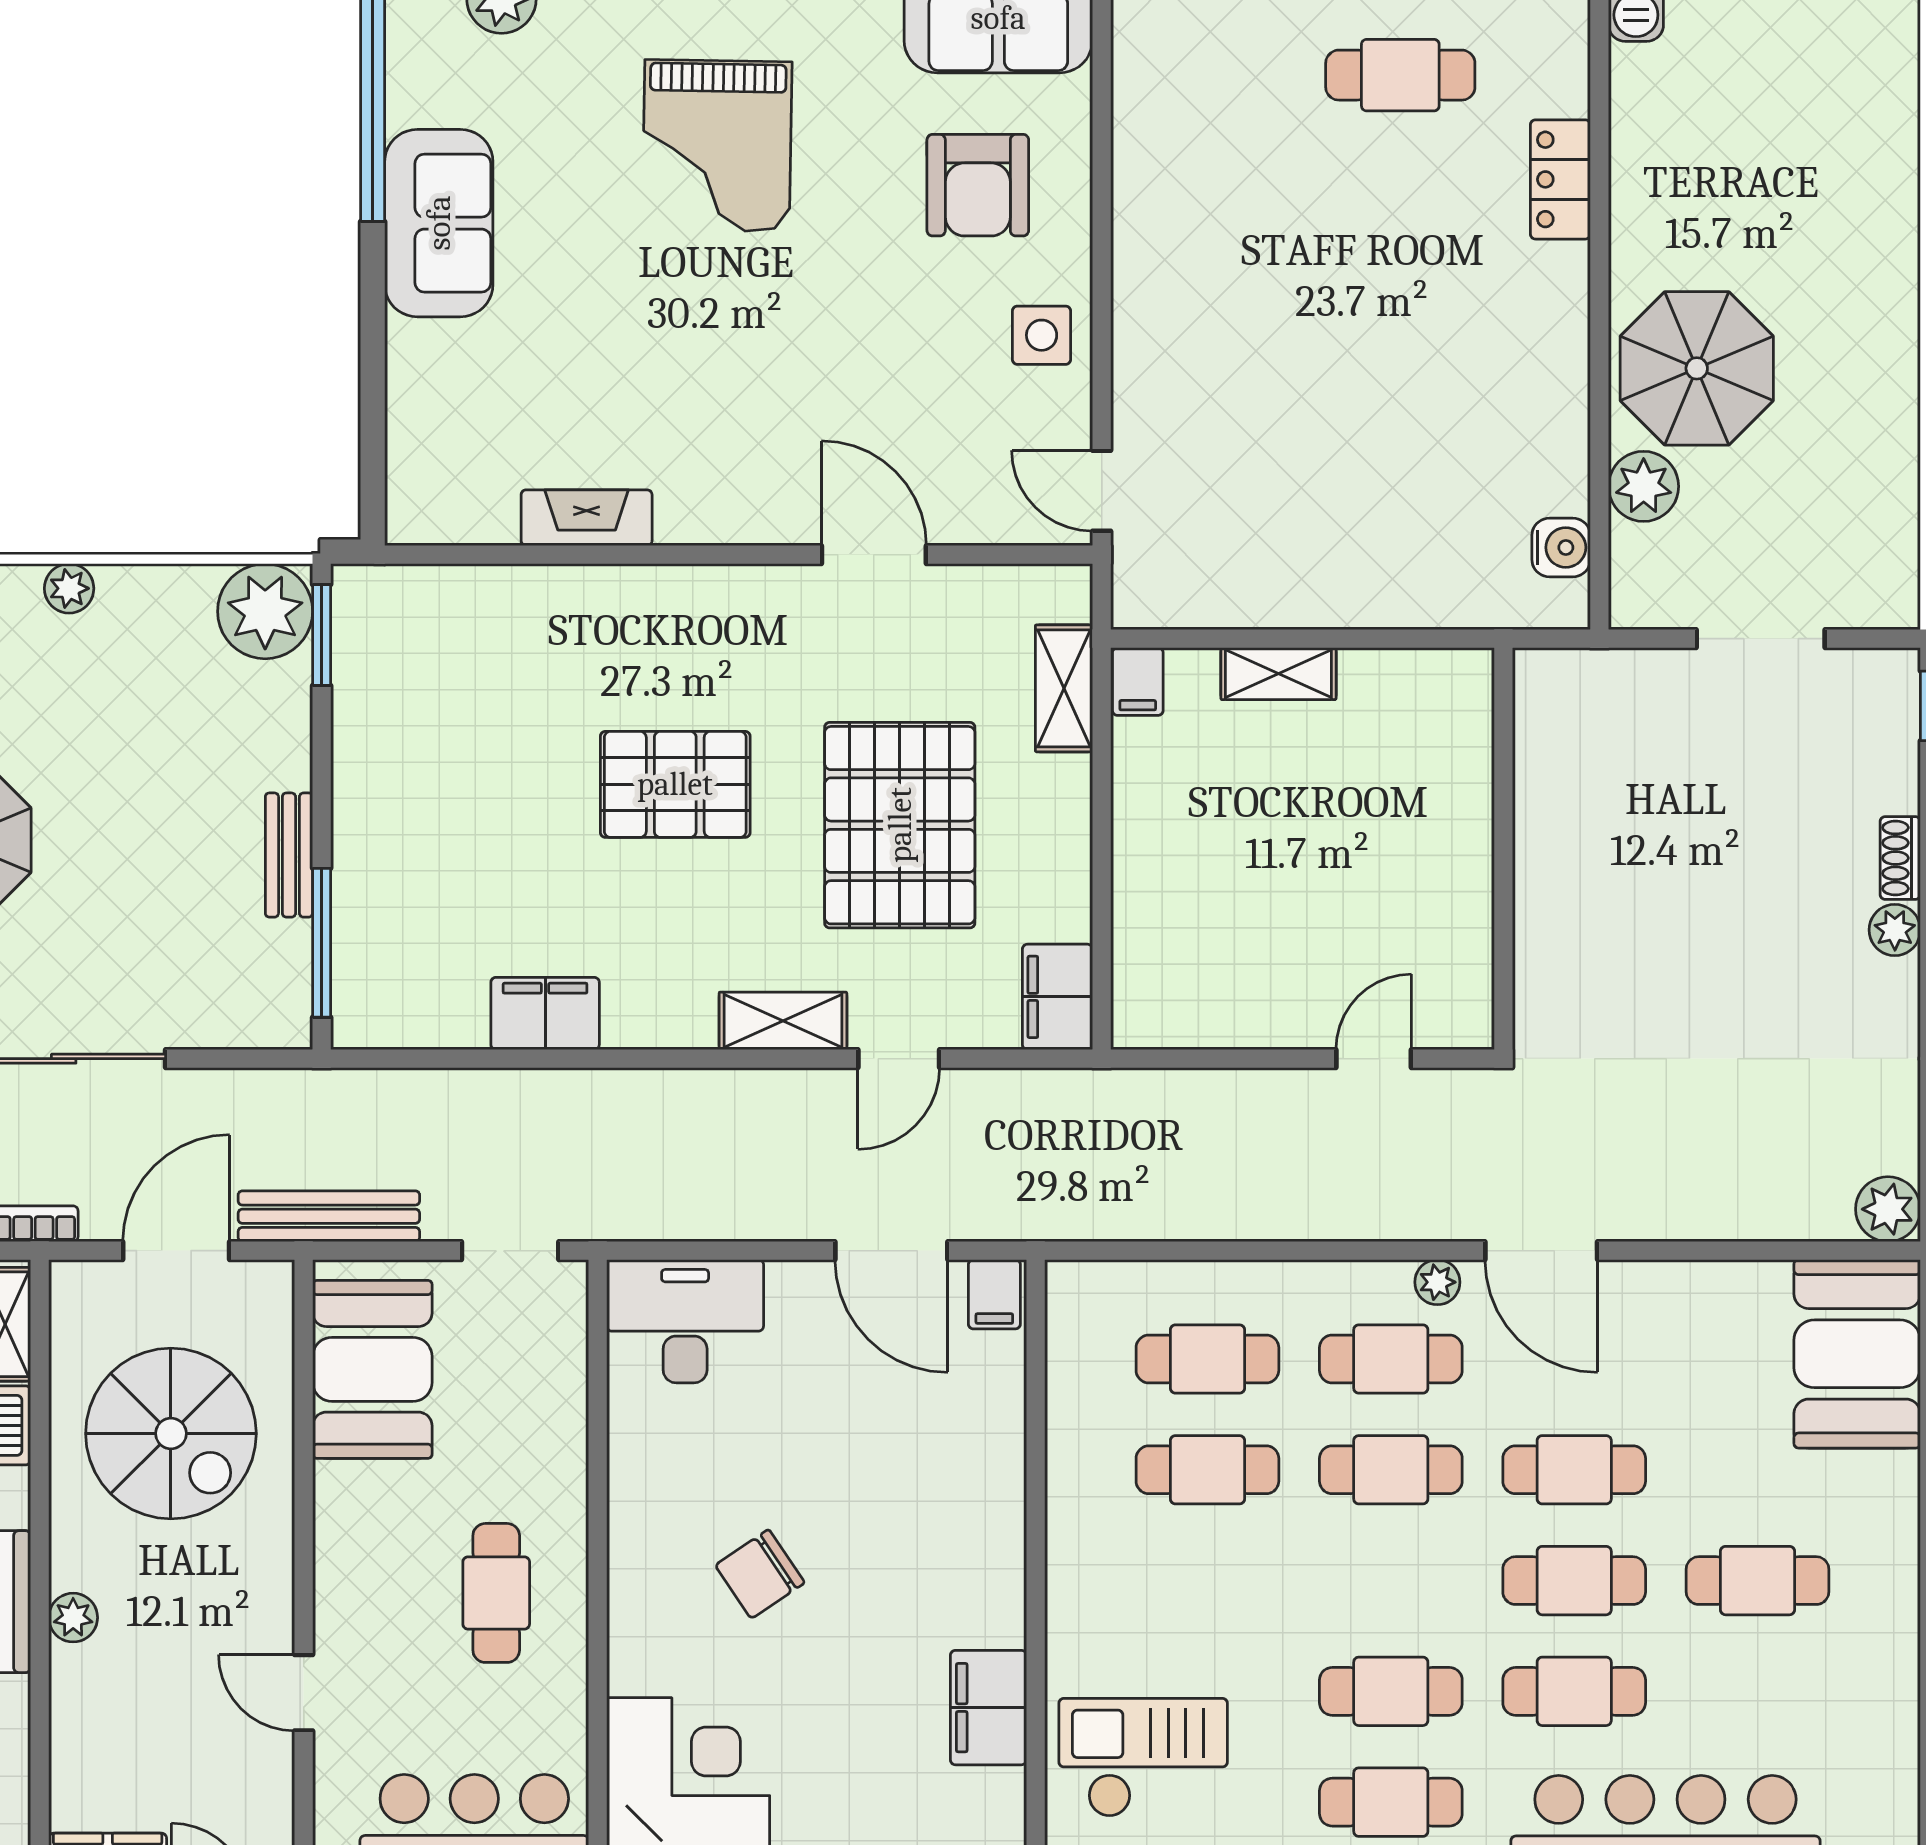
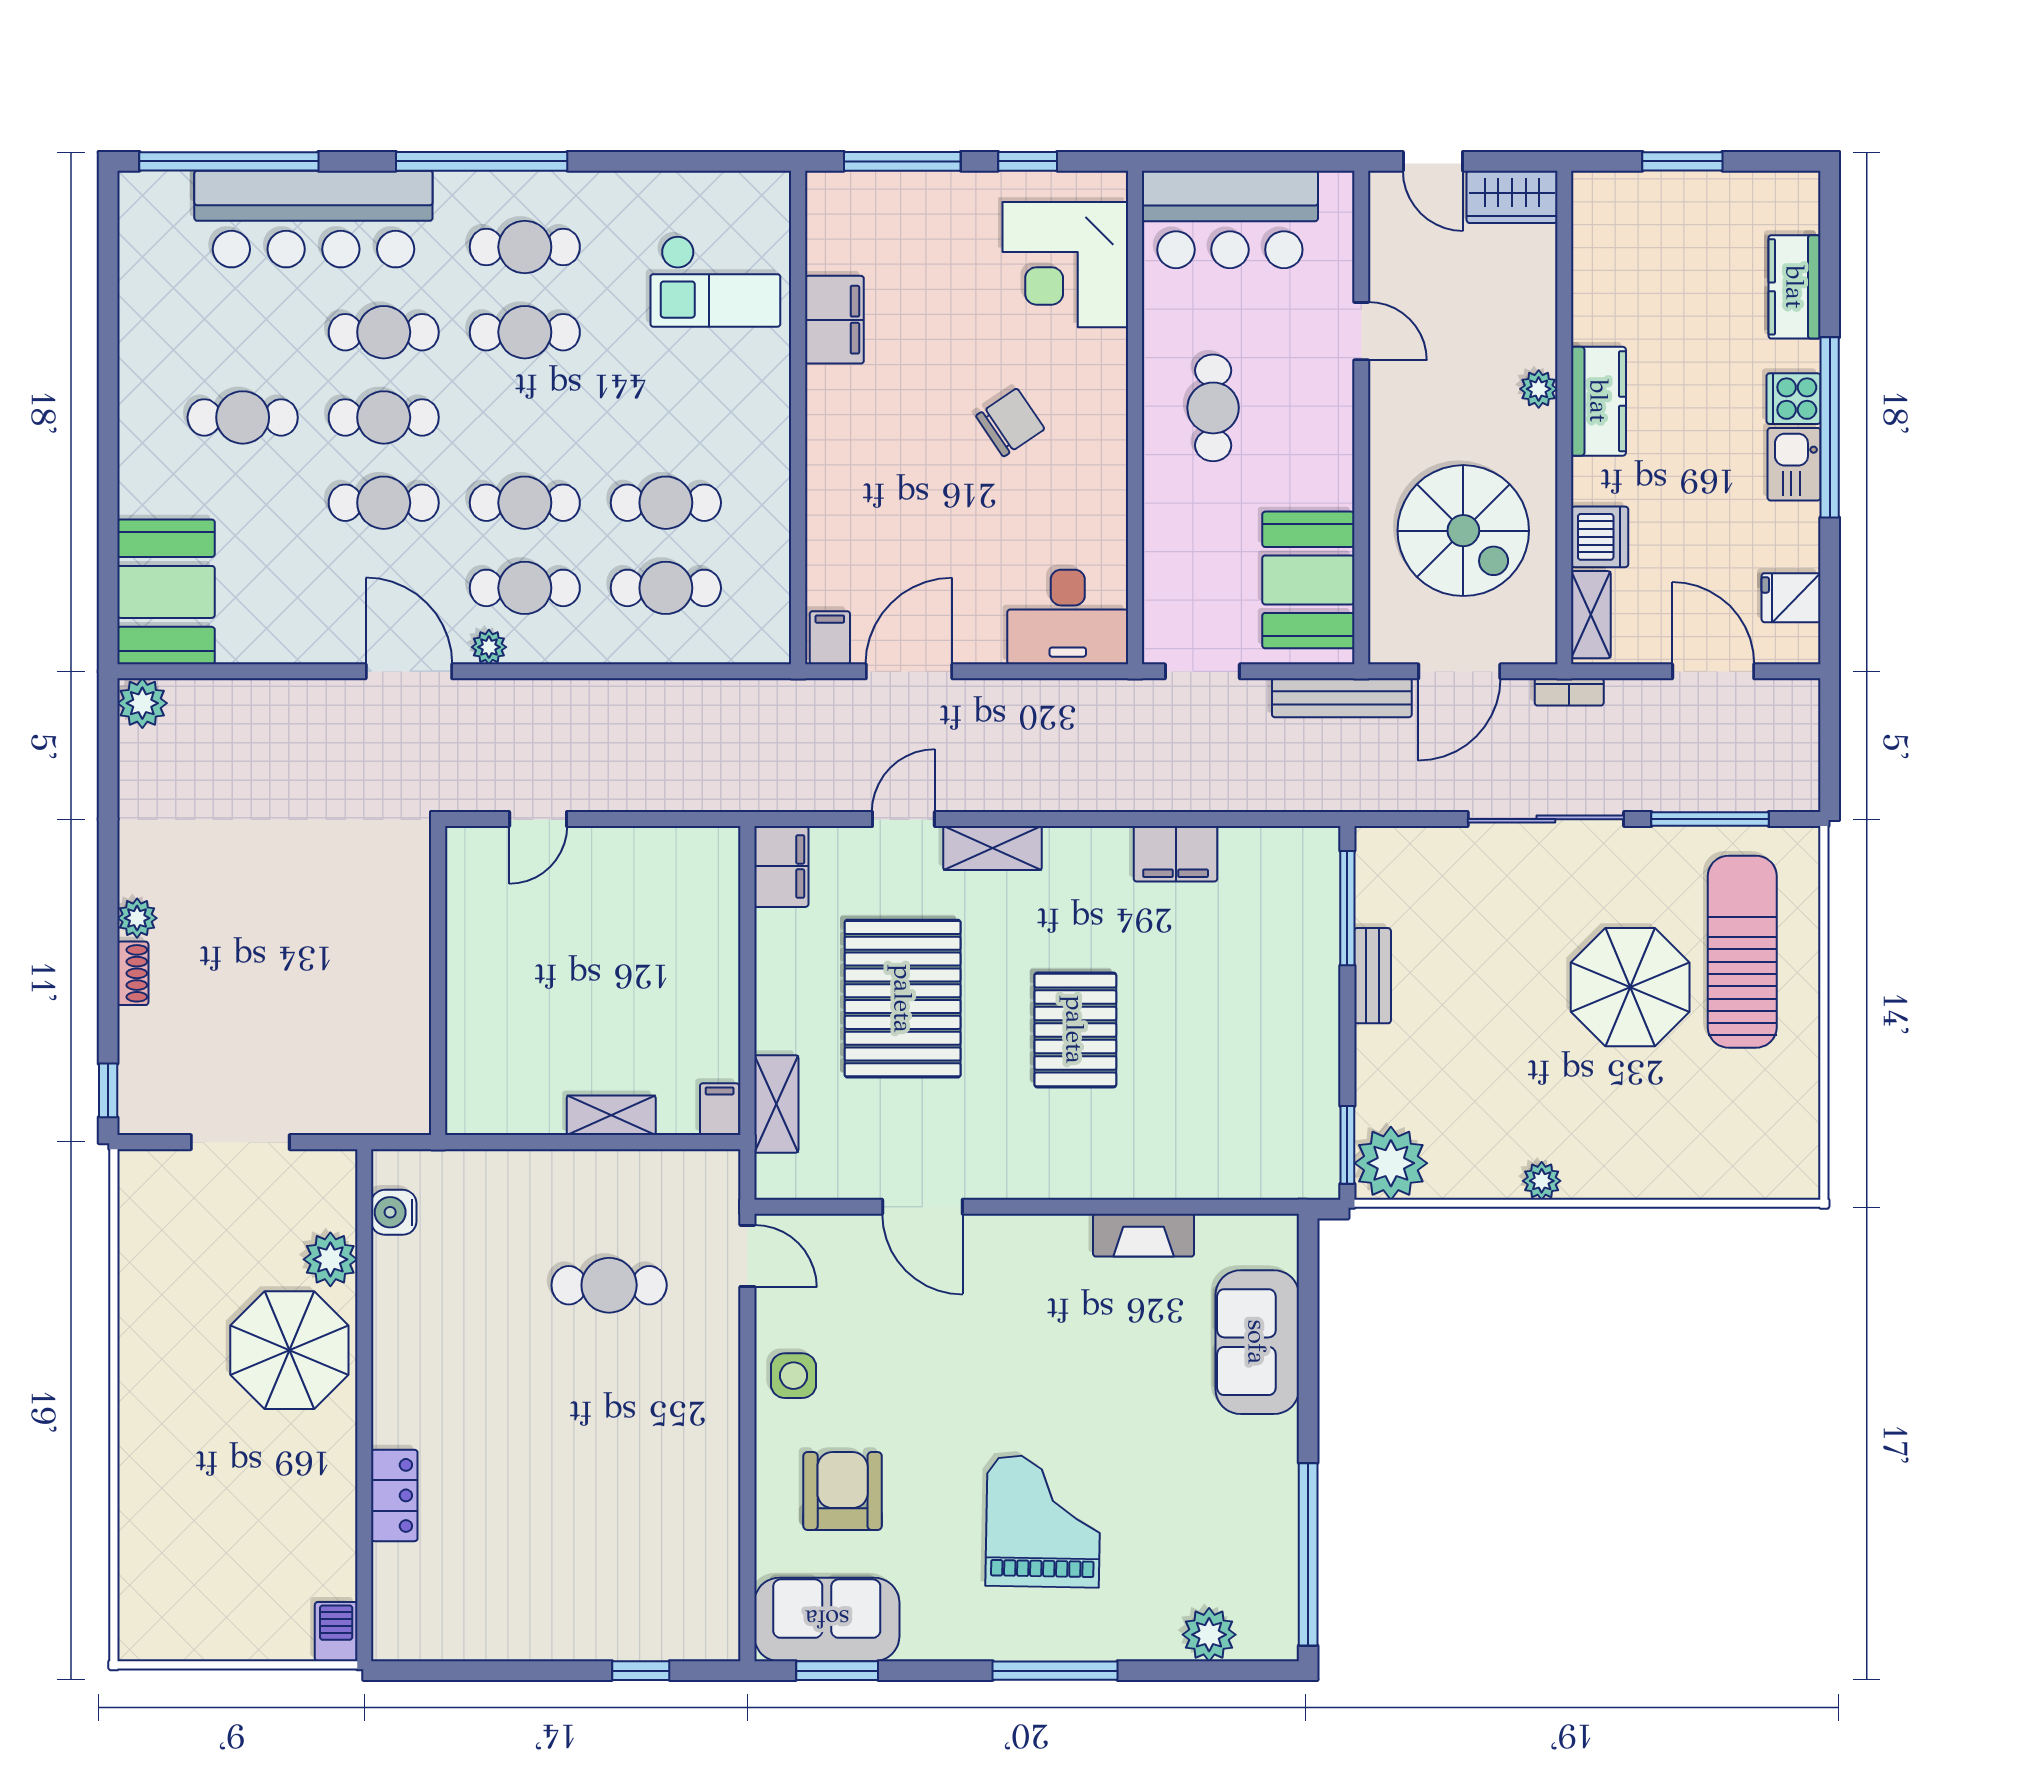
cafe table: (1400, 75) -> (609, 1285), moved
sofa: (439, 223) -> (1257, 1342), moved
pallet: (675, 784) -> (1075, 1030), turned 90
door: (891, 1251) -> (909, 671), hinge flipped
spiral stairs: (171, 1434) -> (1463, 531), turned 180

